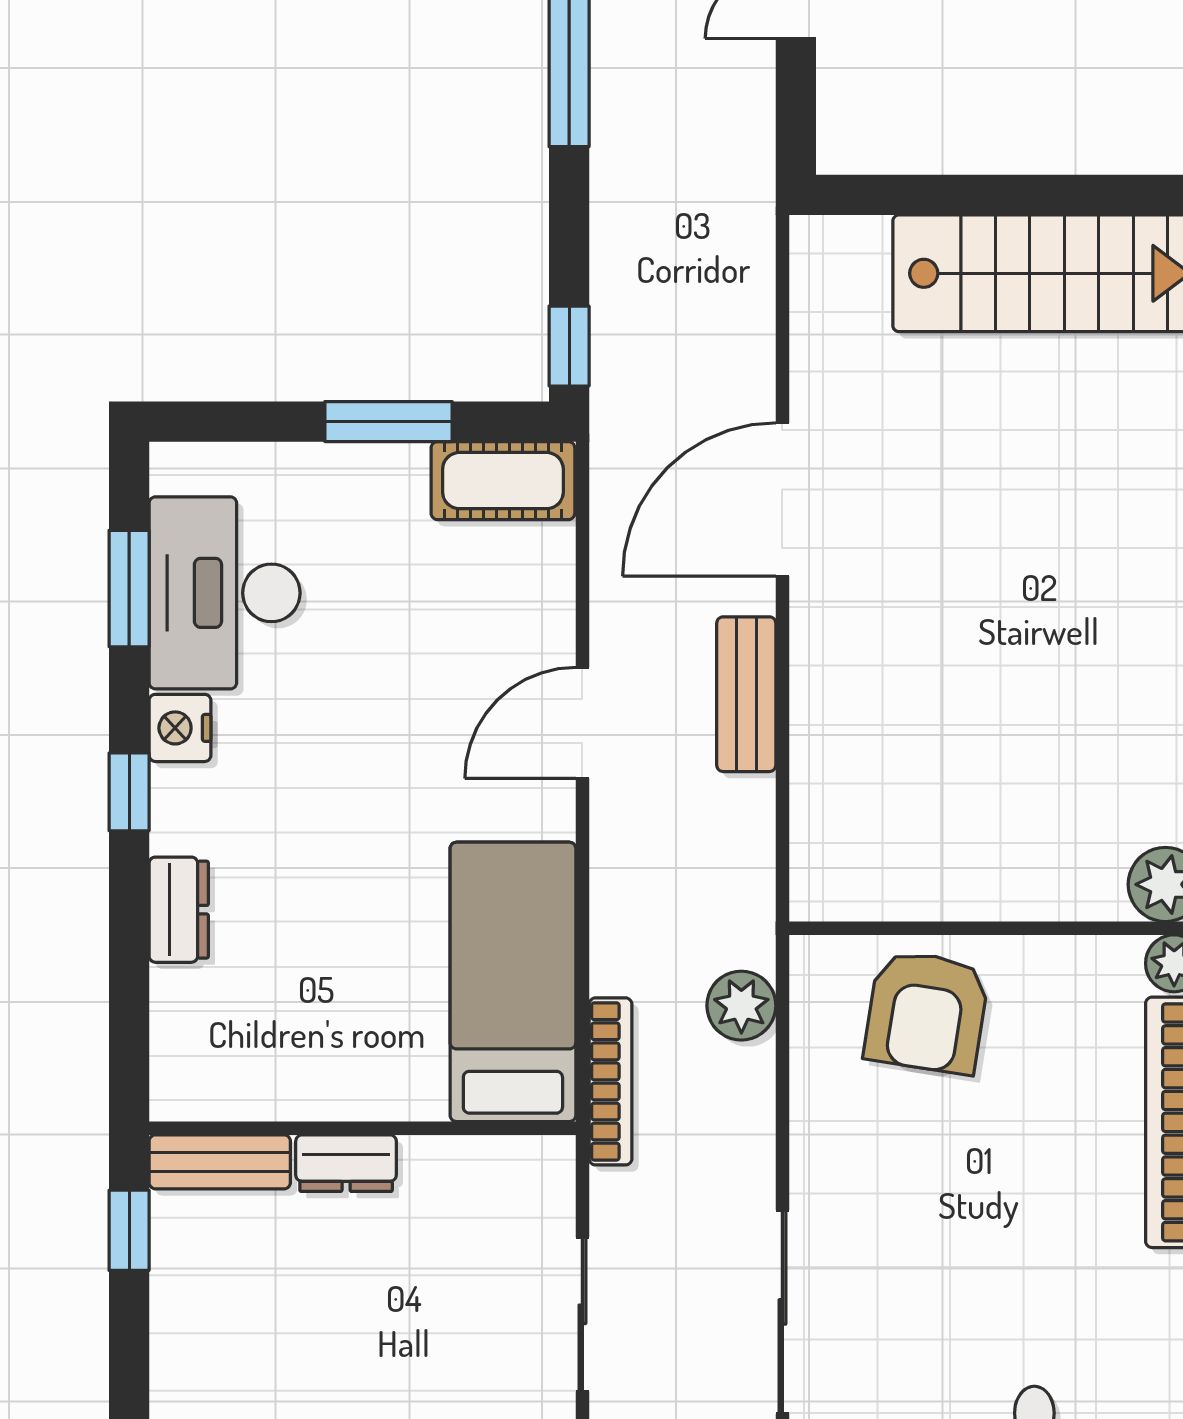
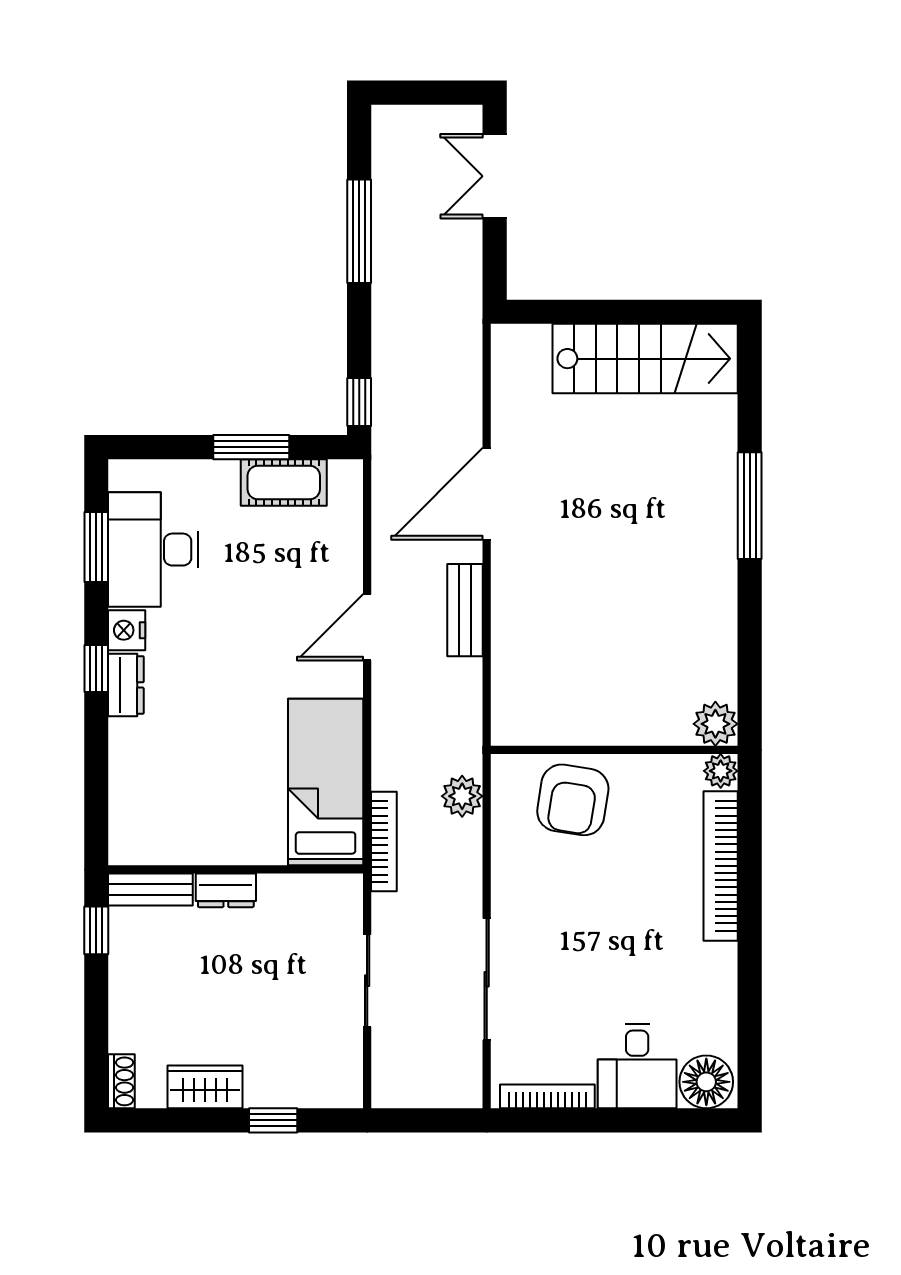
cot: (503, 481) -> (284, 482), moved
dresser: (179, 910) -> (126, 685), moved

